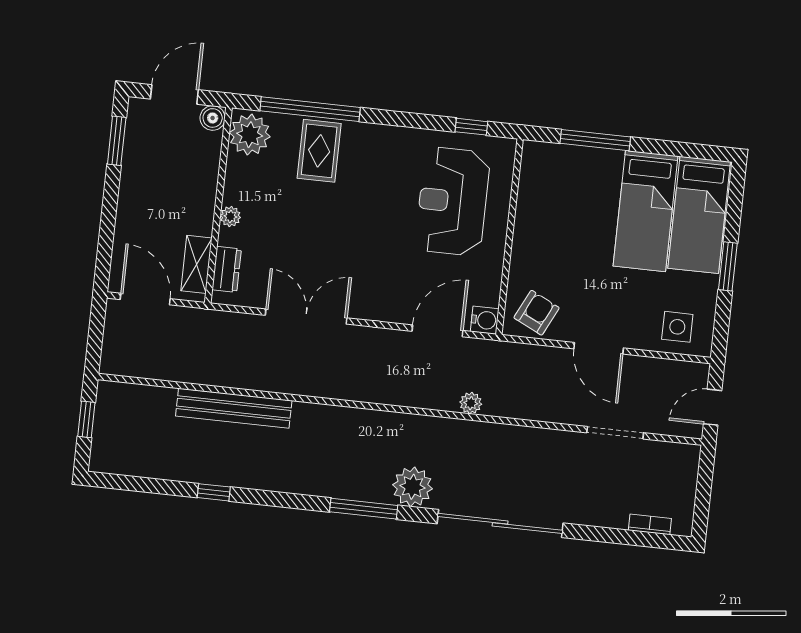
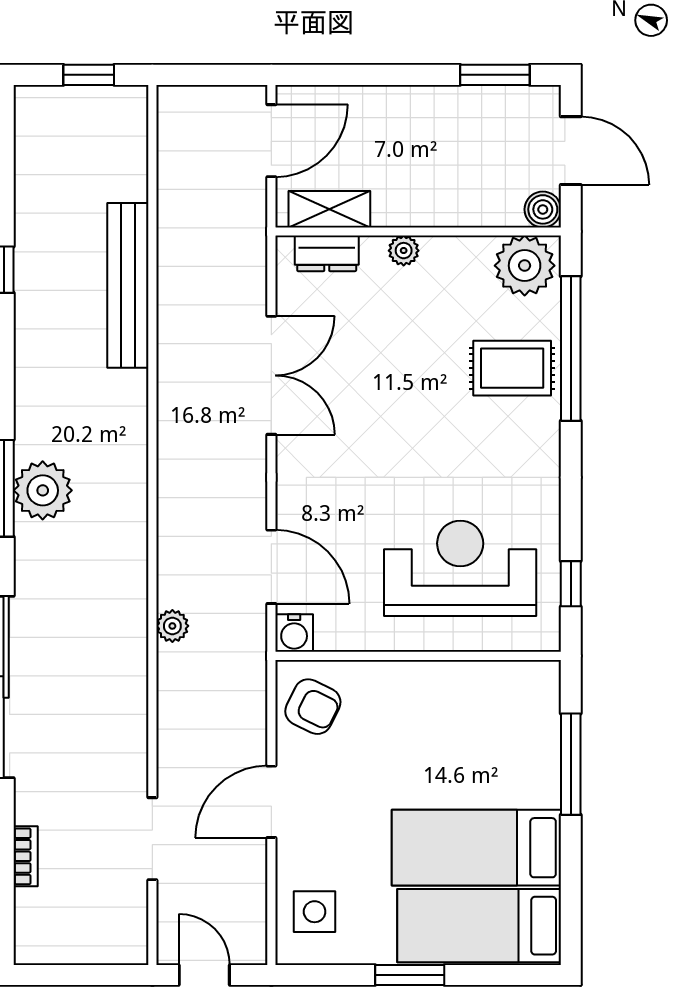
plant: (413, 487) -> (43, 490), moved
bookcase: (650, 524) -> (26, 856), moved

